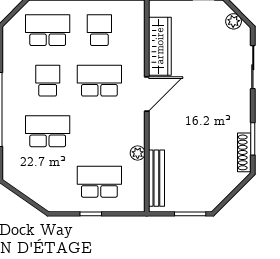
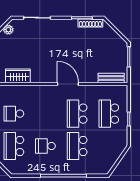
wardrobe: (160, 46) -> (18, 76), width x0.67
school desk: (99, 81) -> (77, 114), moved
door: (147, 94) -> (68, 84), moved
plant: (138, 153) -> (91, 90), removed
bench: (156, 178) -> (111, 78), width x0.73

